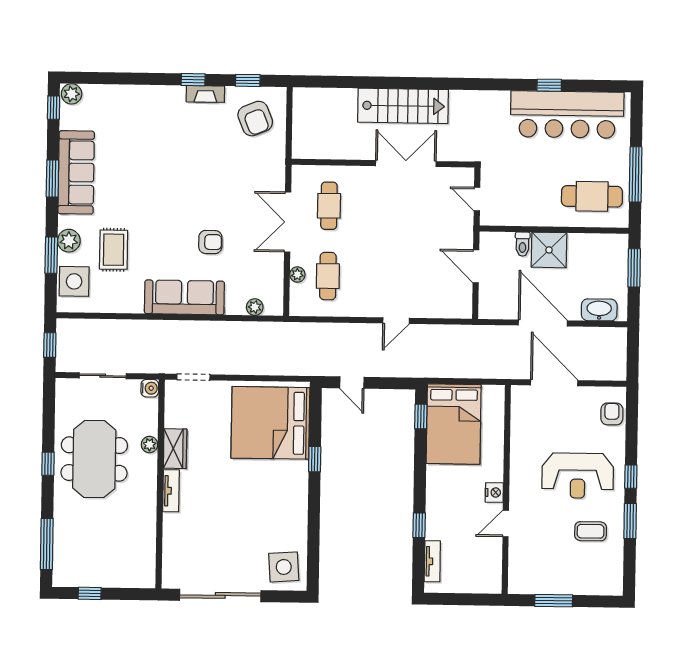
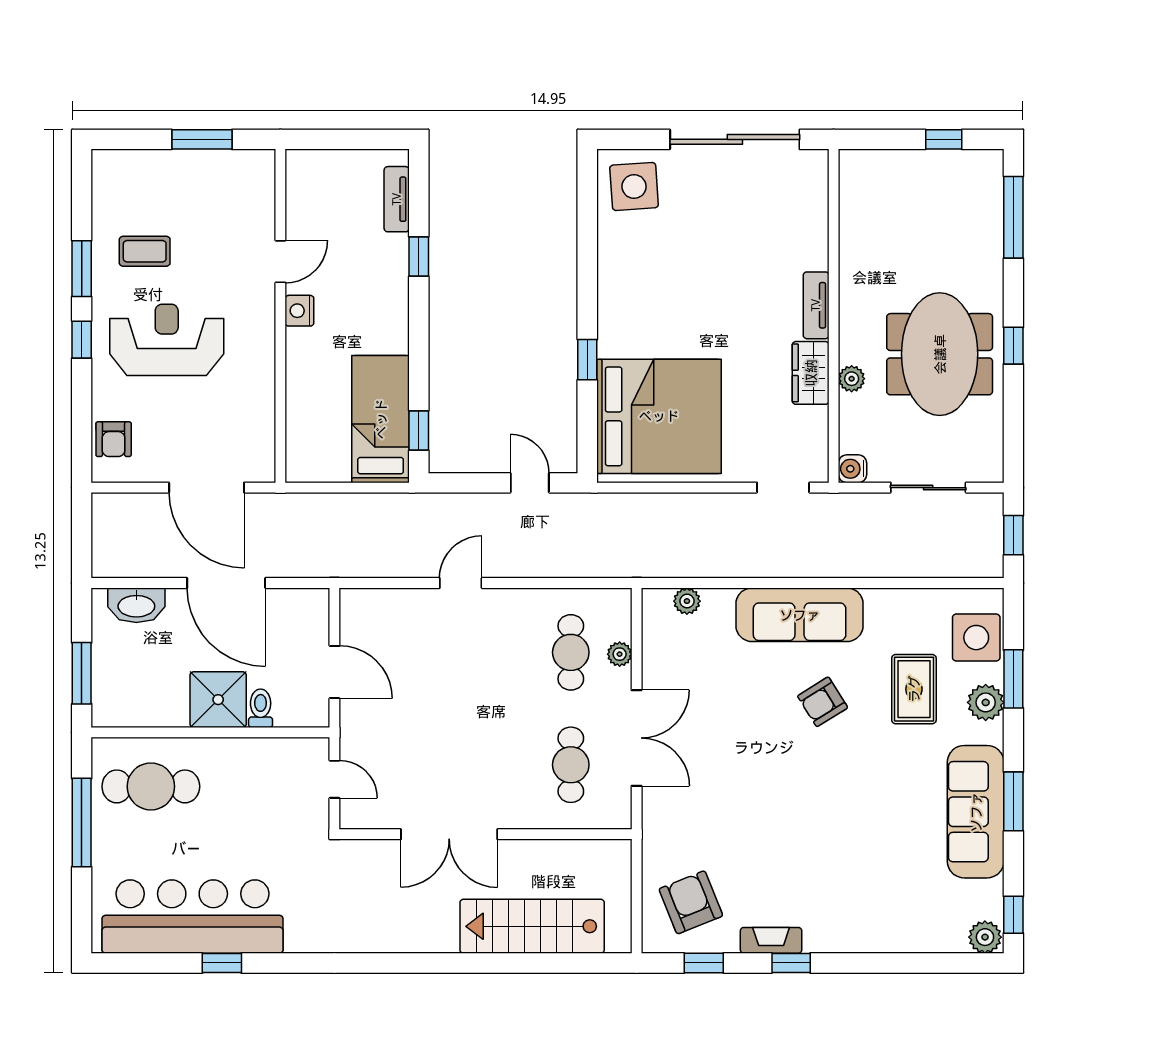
stairs: (403, 106) -> (532, 926), moved
armchair: (210, 242) -> (823, 702), moved, turned -32
bed: (454, 424) -> (381, 419), width x0.67

